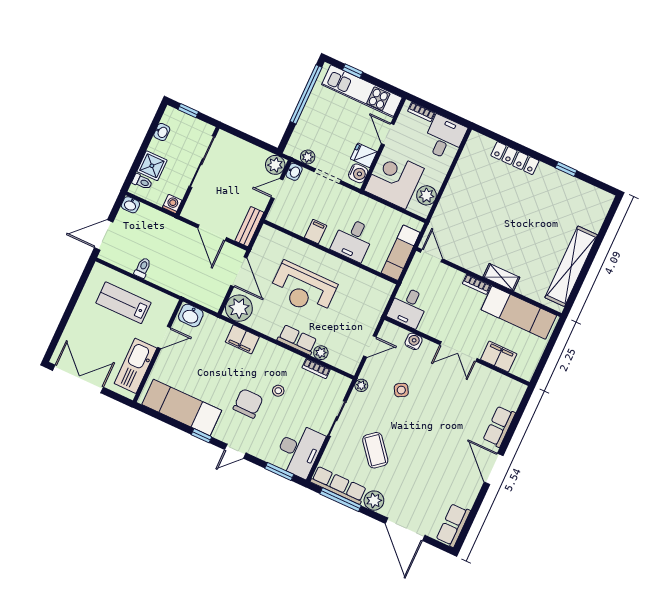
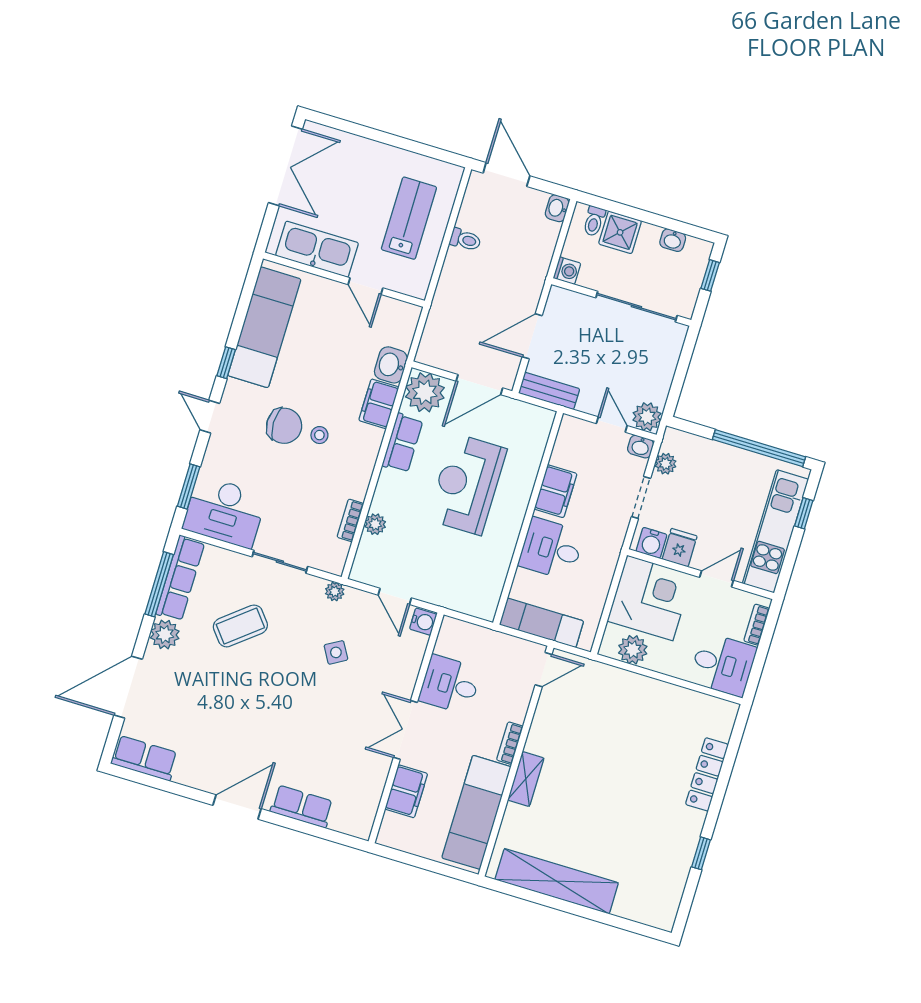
filing cabinet: (316, 232) -> (556, 491), width x2.00
desk: (408, 307) -> (450, 685), moved
washbasin: (191, 315) -> (391, 365), moved
row of seats: (297, 340) -> (403, 443), moved
water cooler: (414, 341) -> (423, 622), moved
stool: (278, 391) -> (319, 435), moved

